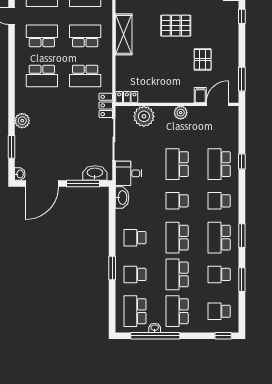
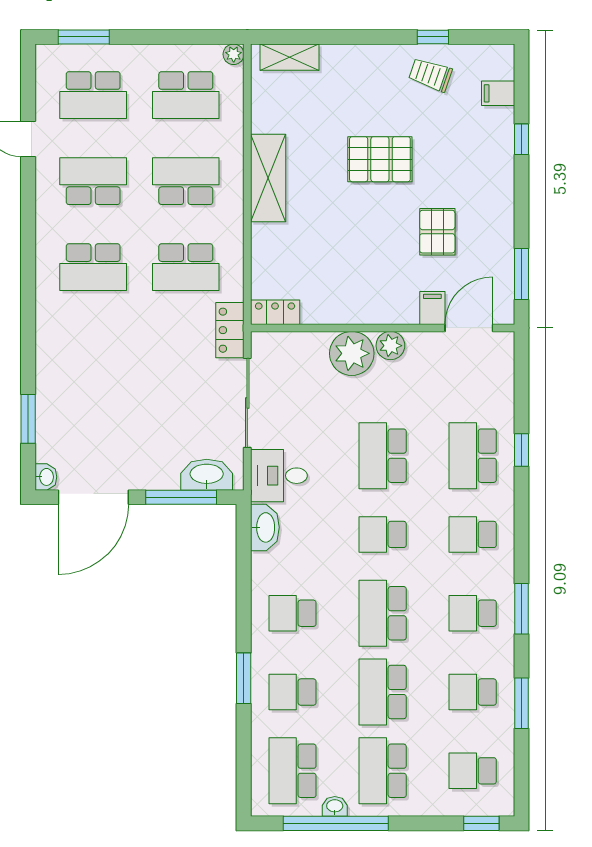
plant: (144, 116) -> (352, 353), moved
plant: (22, 121) -> (51, 363), removed
school desk: (219, 238) -> (473, 613), width x0.54

